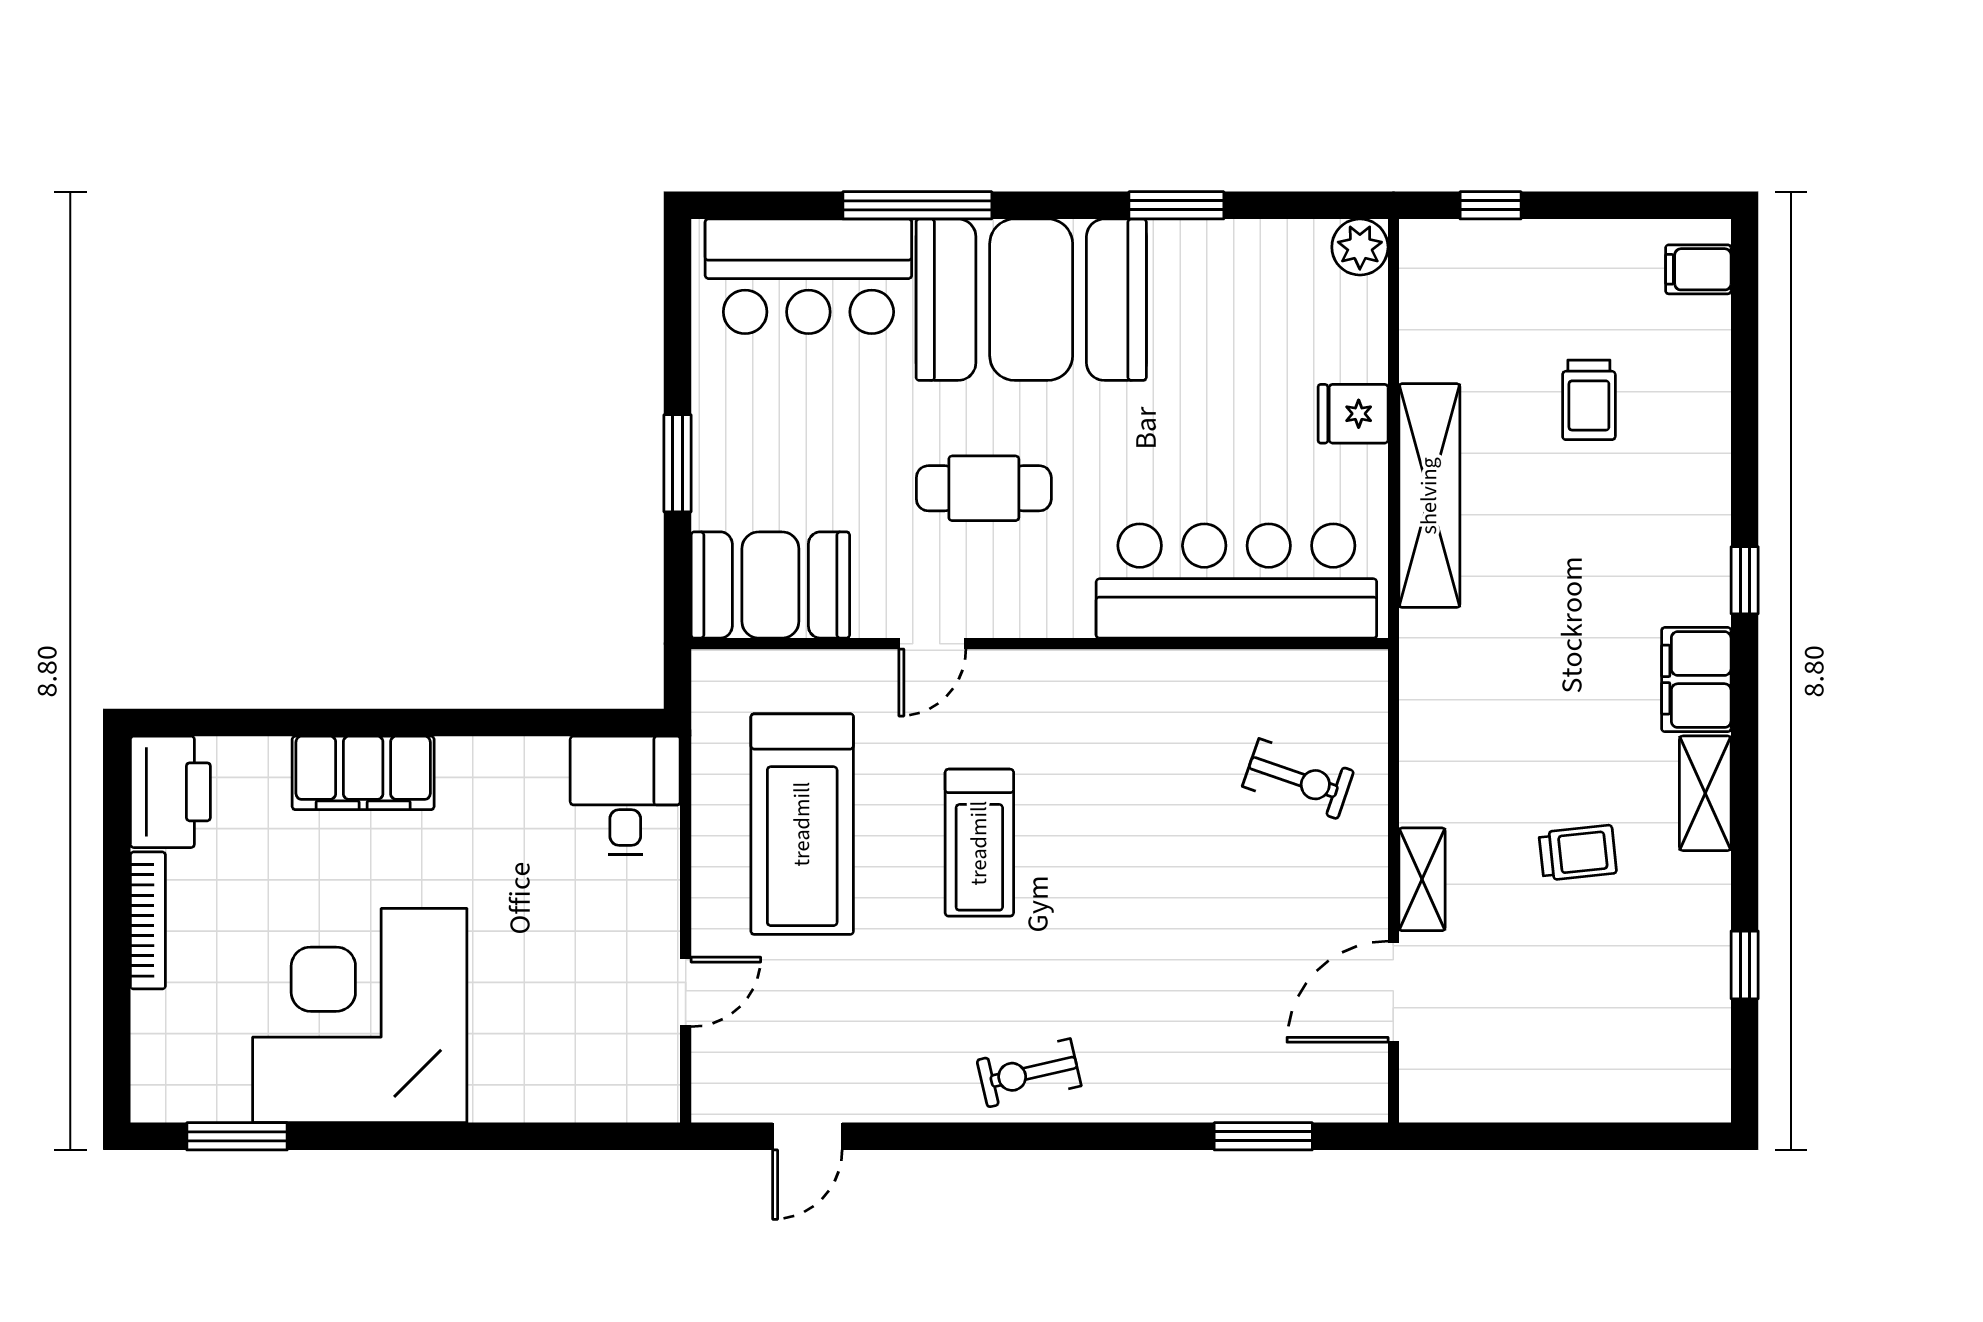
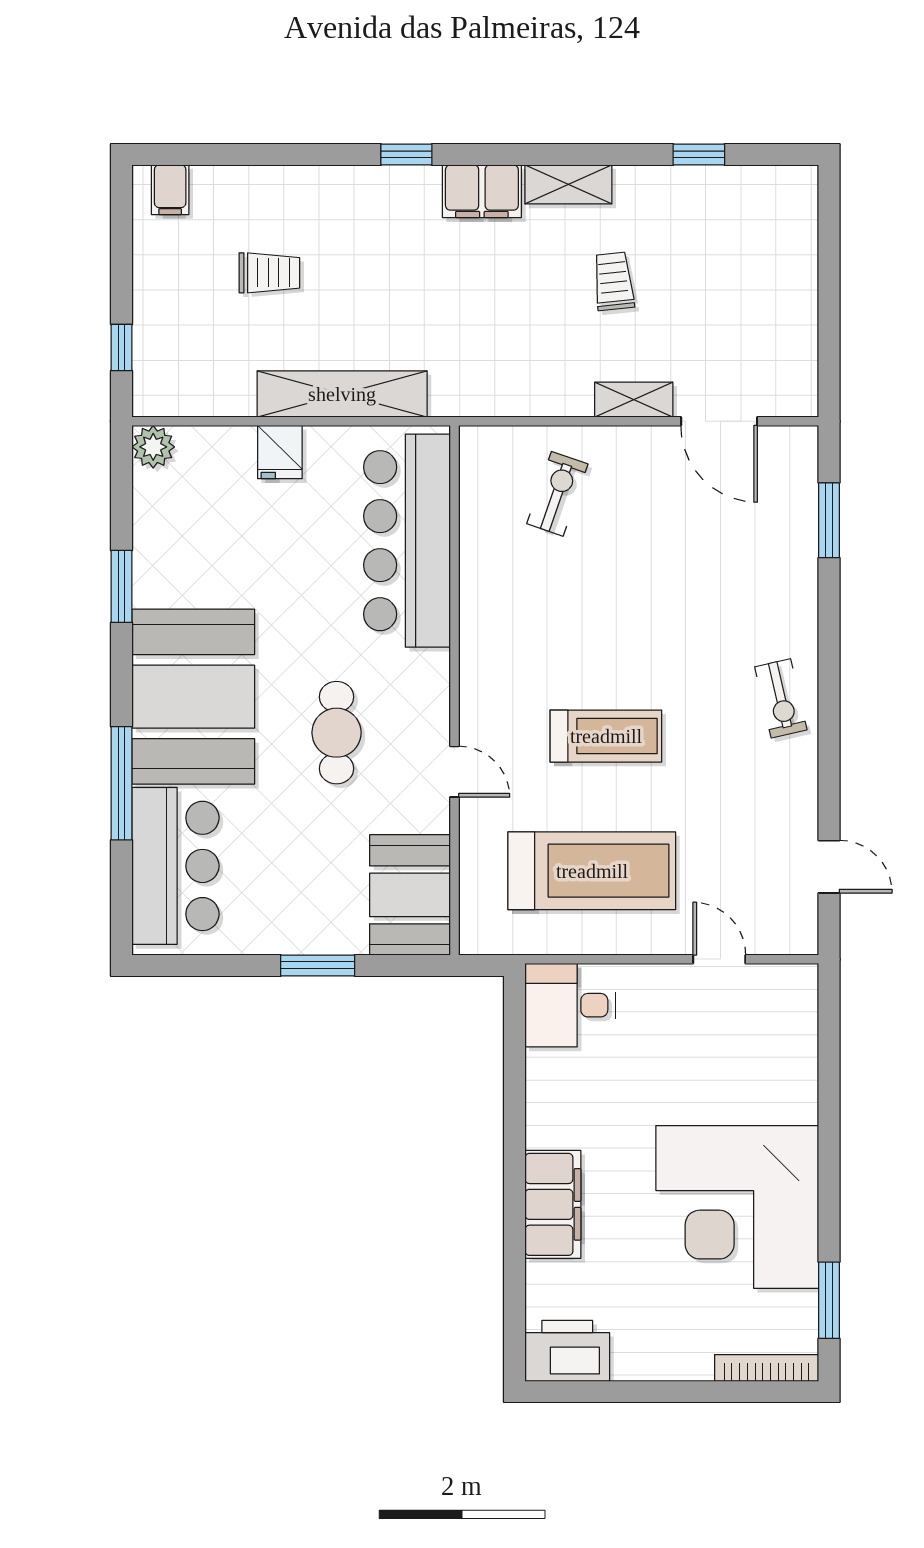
bookcase: (148, 920) -> (767, 1368), moved

